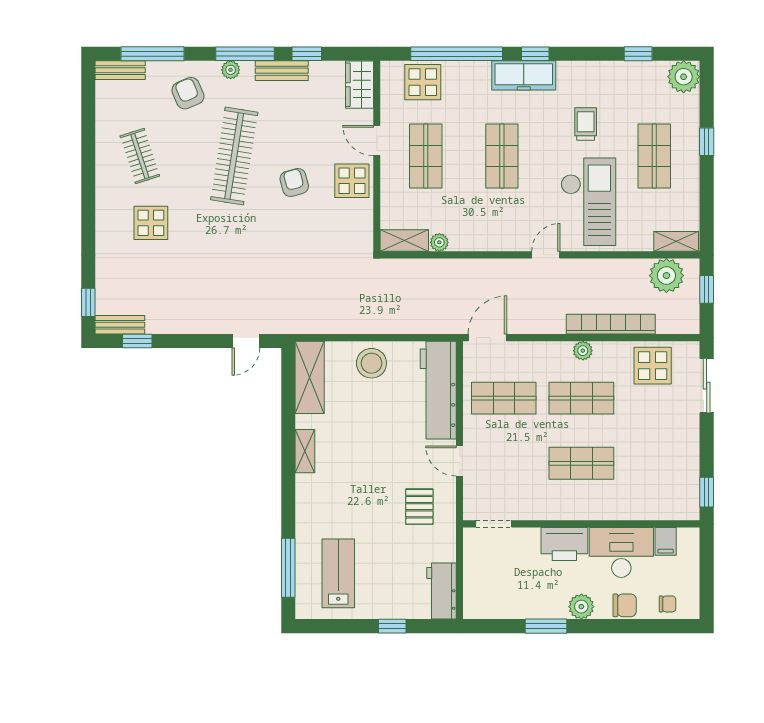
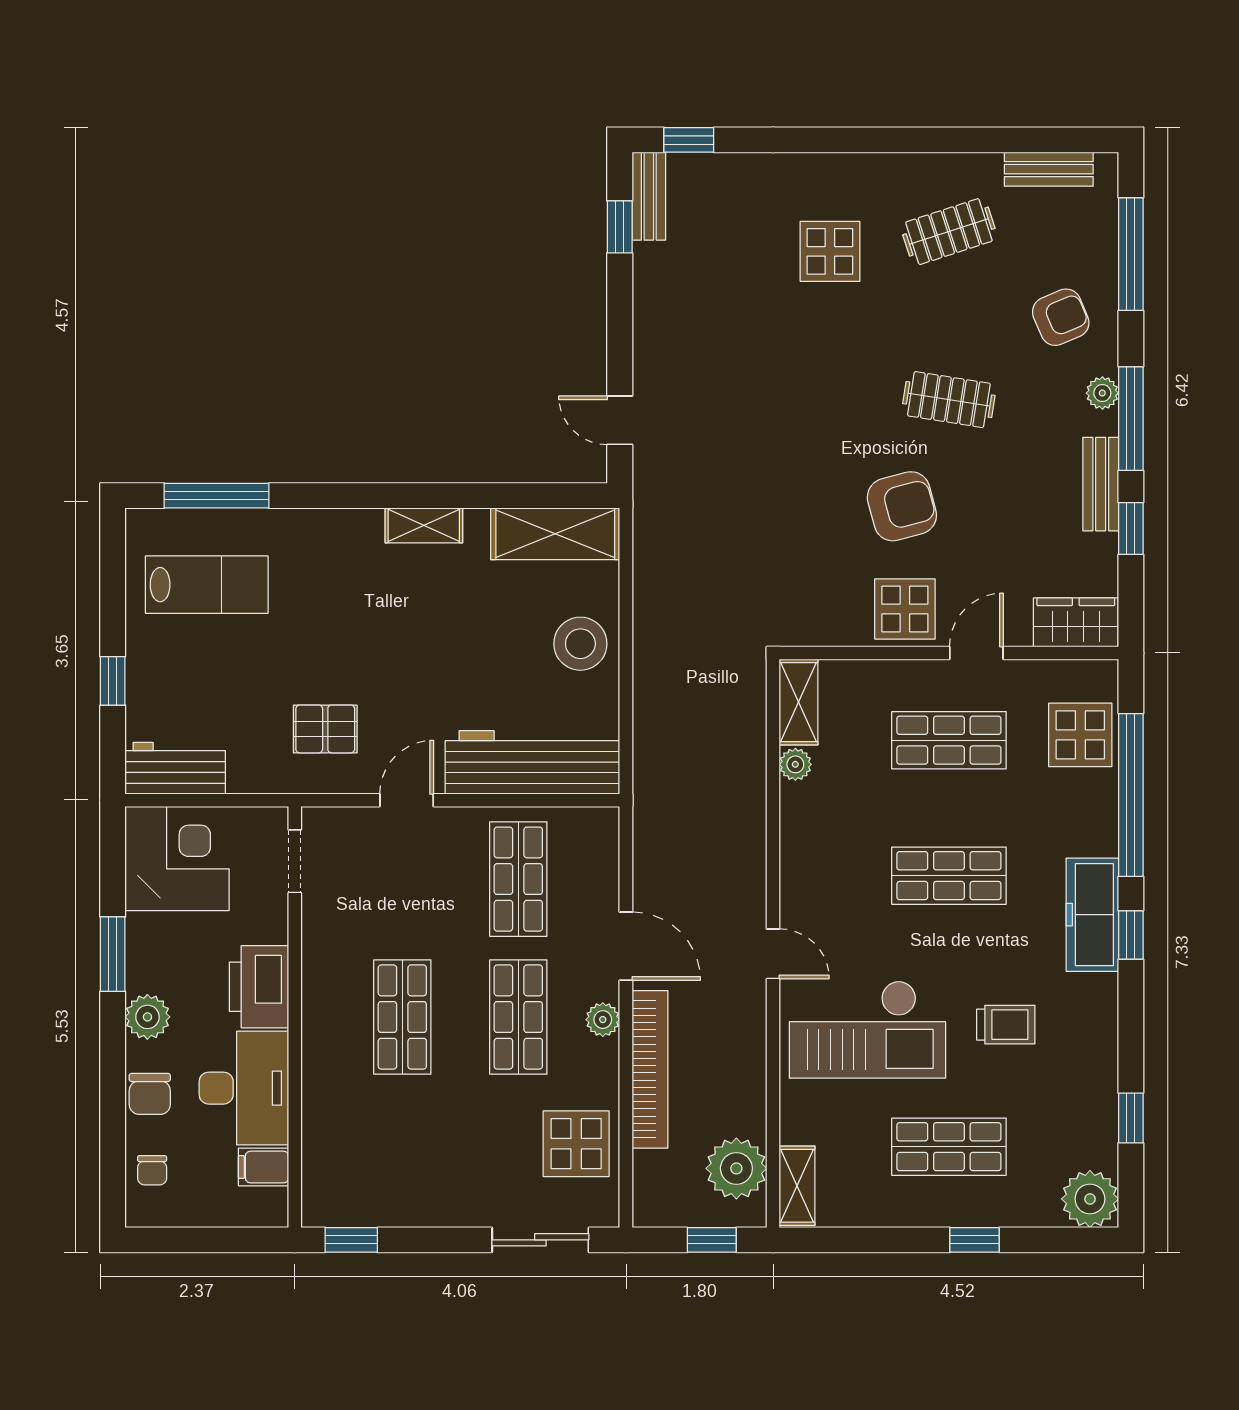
bench: (120, 70) -> (1049, 169), moved, turned 90
clothes rail: (234, 156) -> (949, 400), width x0.54, depth x0.76
armchair: (294, 182) -> (902, 506), width x1.38, depth x1.38
door: (487, 338) -> (626, 946), moved
corner desk: (492, 590) -> (177, 859), added

